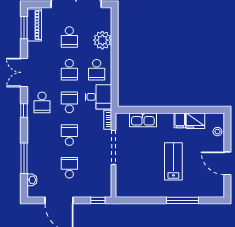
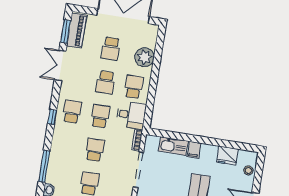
school desk: (97, 70) -> (134, 87), turned 180
double door: (24, 72) -> (60, 65), moved
school desk: (42, 102) -> (72, 112), turned 180
filing cabinet: (180, 120) -> (194, 150), moved

